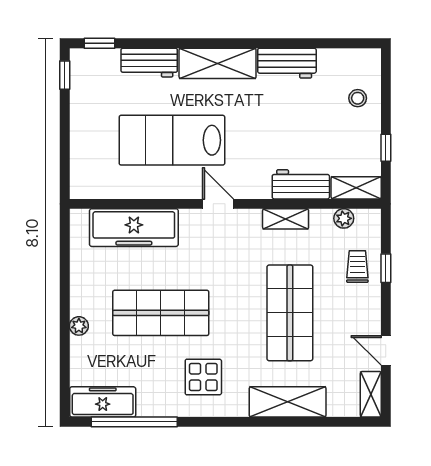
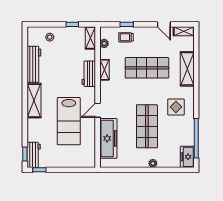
workbench: (149, 63) -> (34, 155), moved
workbench: (287, 63) -> (34, 64), width x1.37
workbench: (301, 184) -> (89, 74), moved
door: (218, 204) -> (98, 110), moved
door: (386, 350) -> (164, 24), hinge flipped
freezer: (103, 402) -> (187, 157), width x0.71

